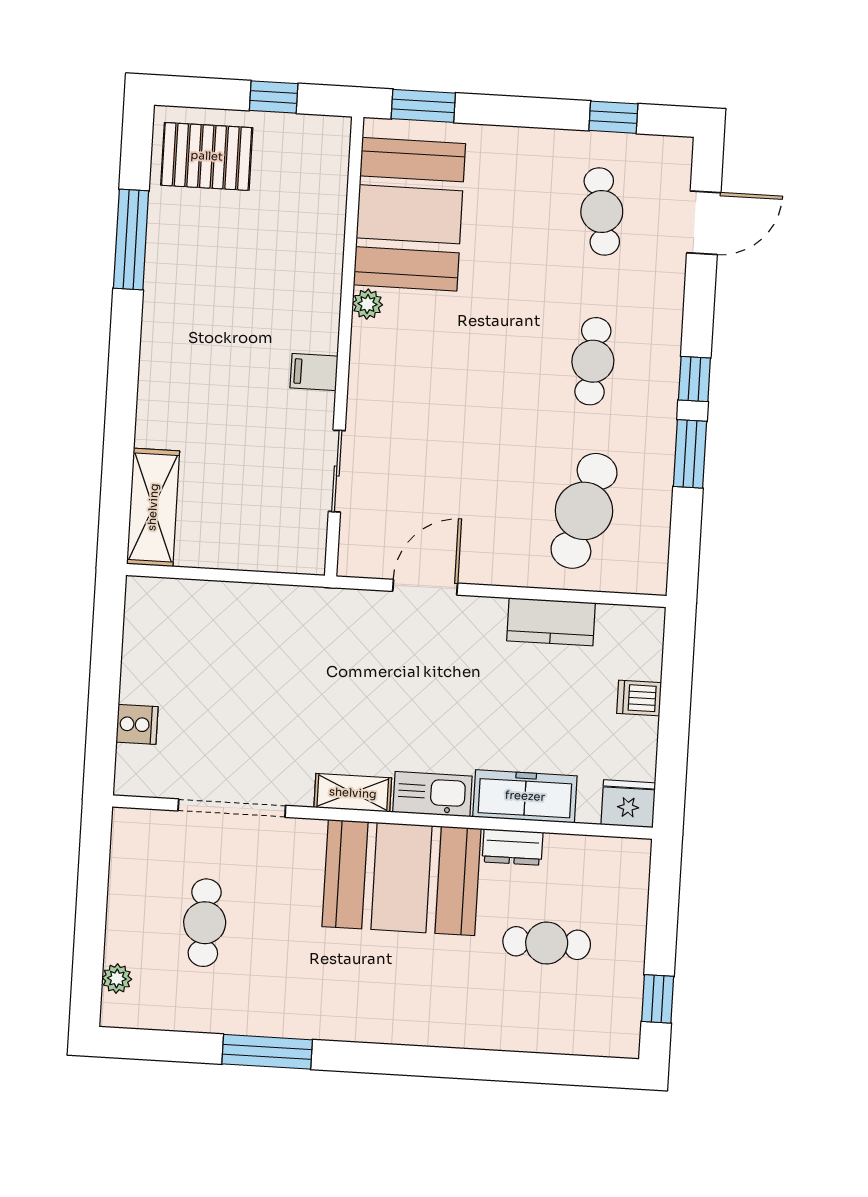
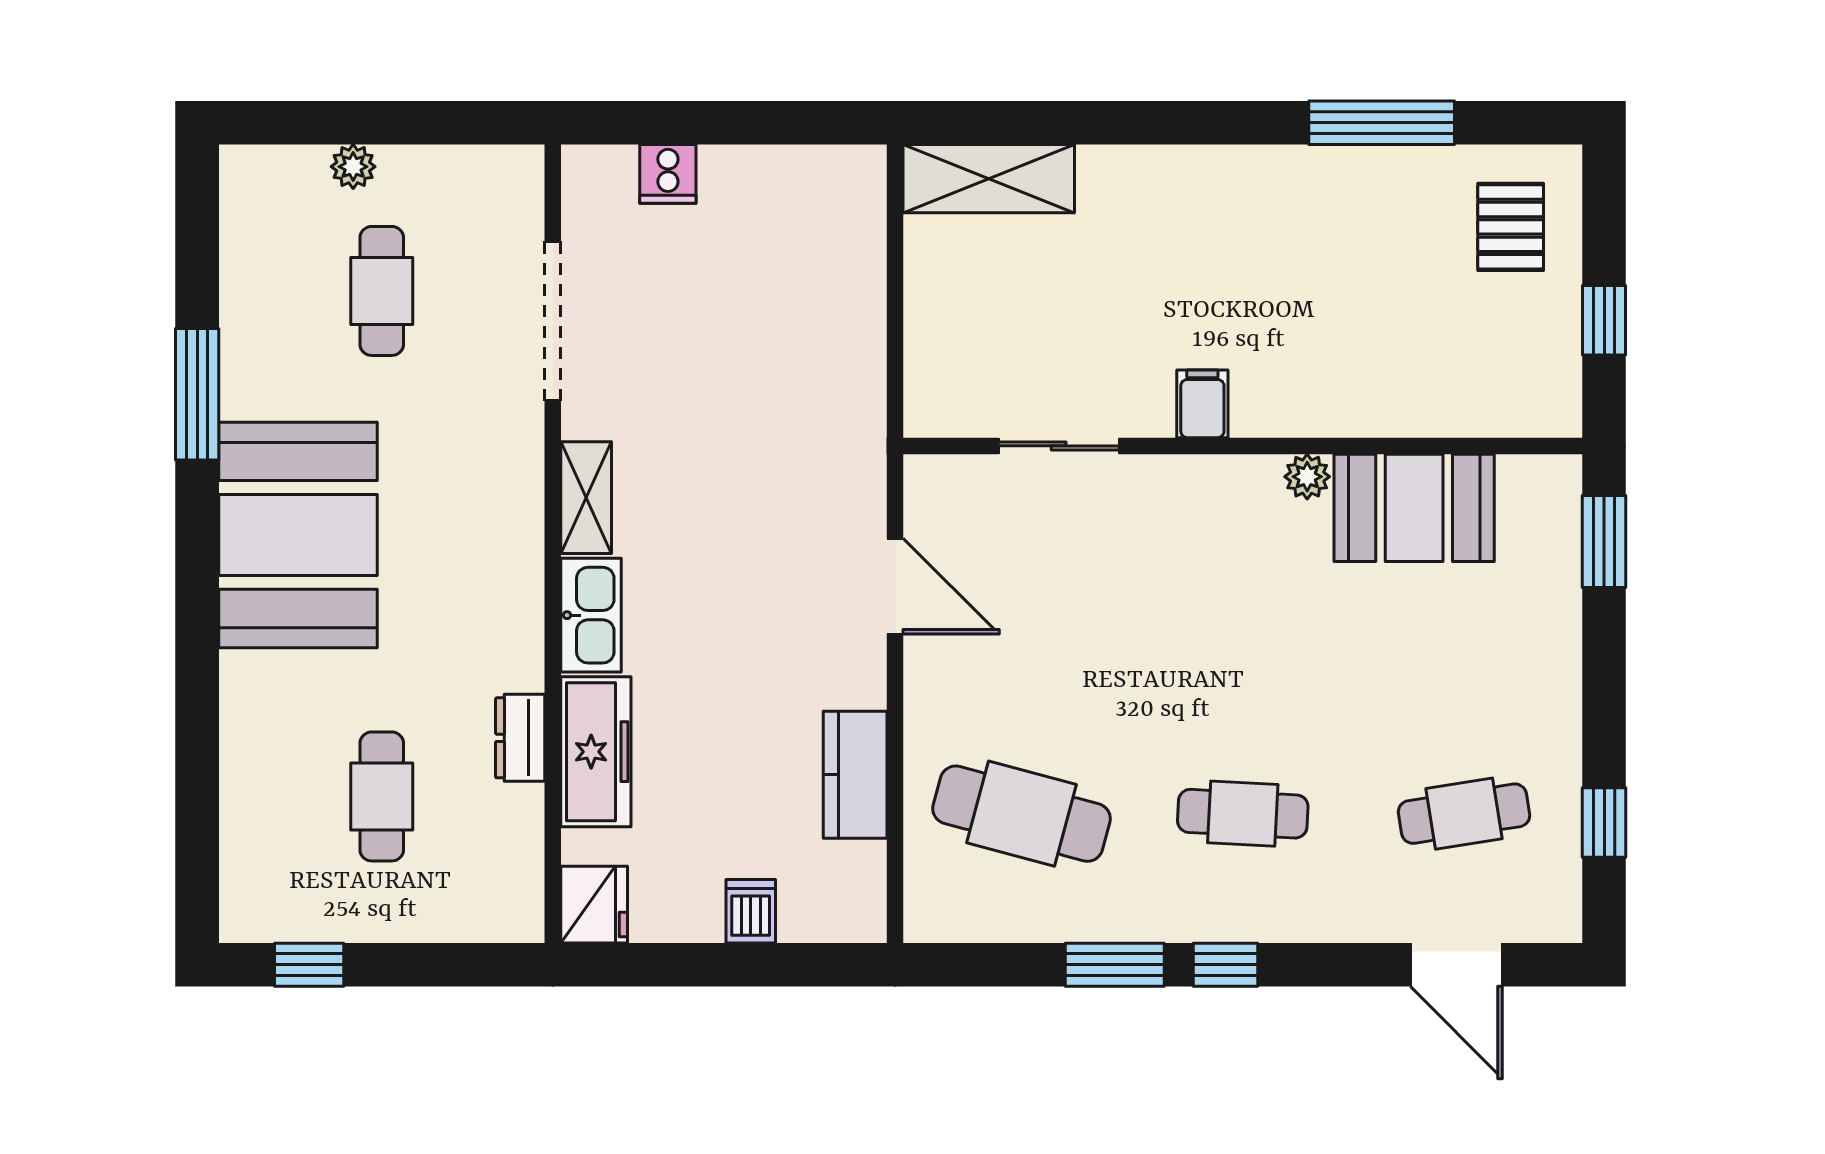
pallet: (207, 156) -> (1511, 227), width x0.67, depth x0.71
booth: (409, 214) -> (1414, 508), width x0.73, depth x0.70
booth: (402, 878) -> (298, 535), moved
cafe table: (205, 923) -> (382, 291), turned 90
plant: (117, 979) -> (353, 167), moved

